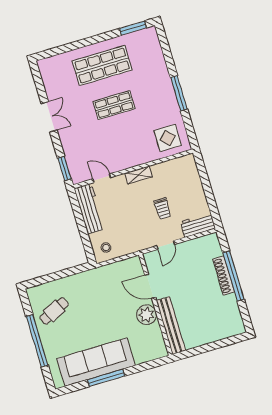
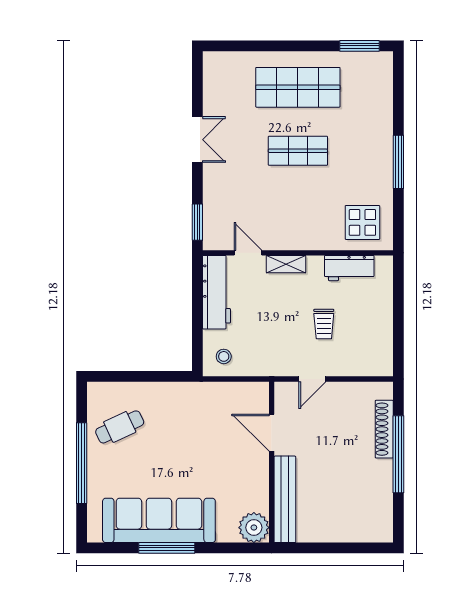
shelving: (139, 175) -> (286, 264), moved
workbench: (198, 225) -> (349, 268), moved, turned 180
shoe rack: (224, 275) -> (384, 429), moved
plant: (147, 315) -> (254, 528), moved

